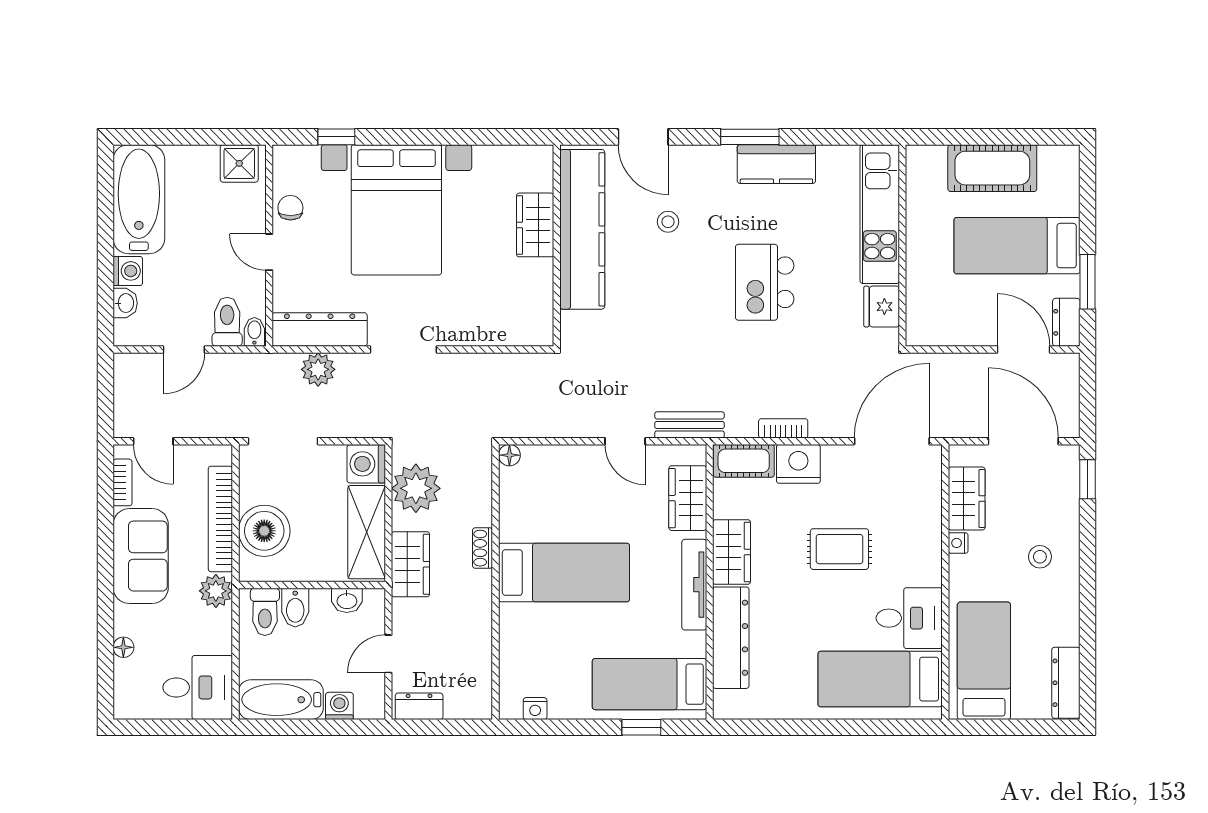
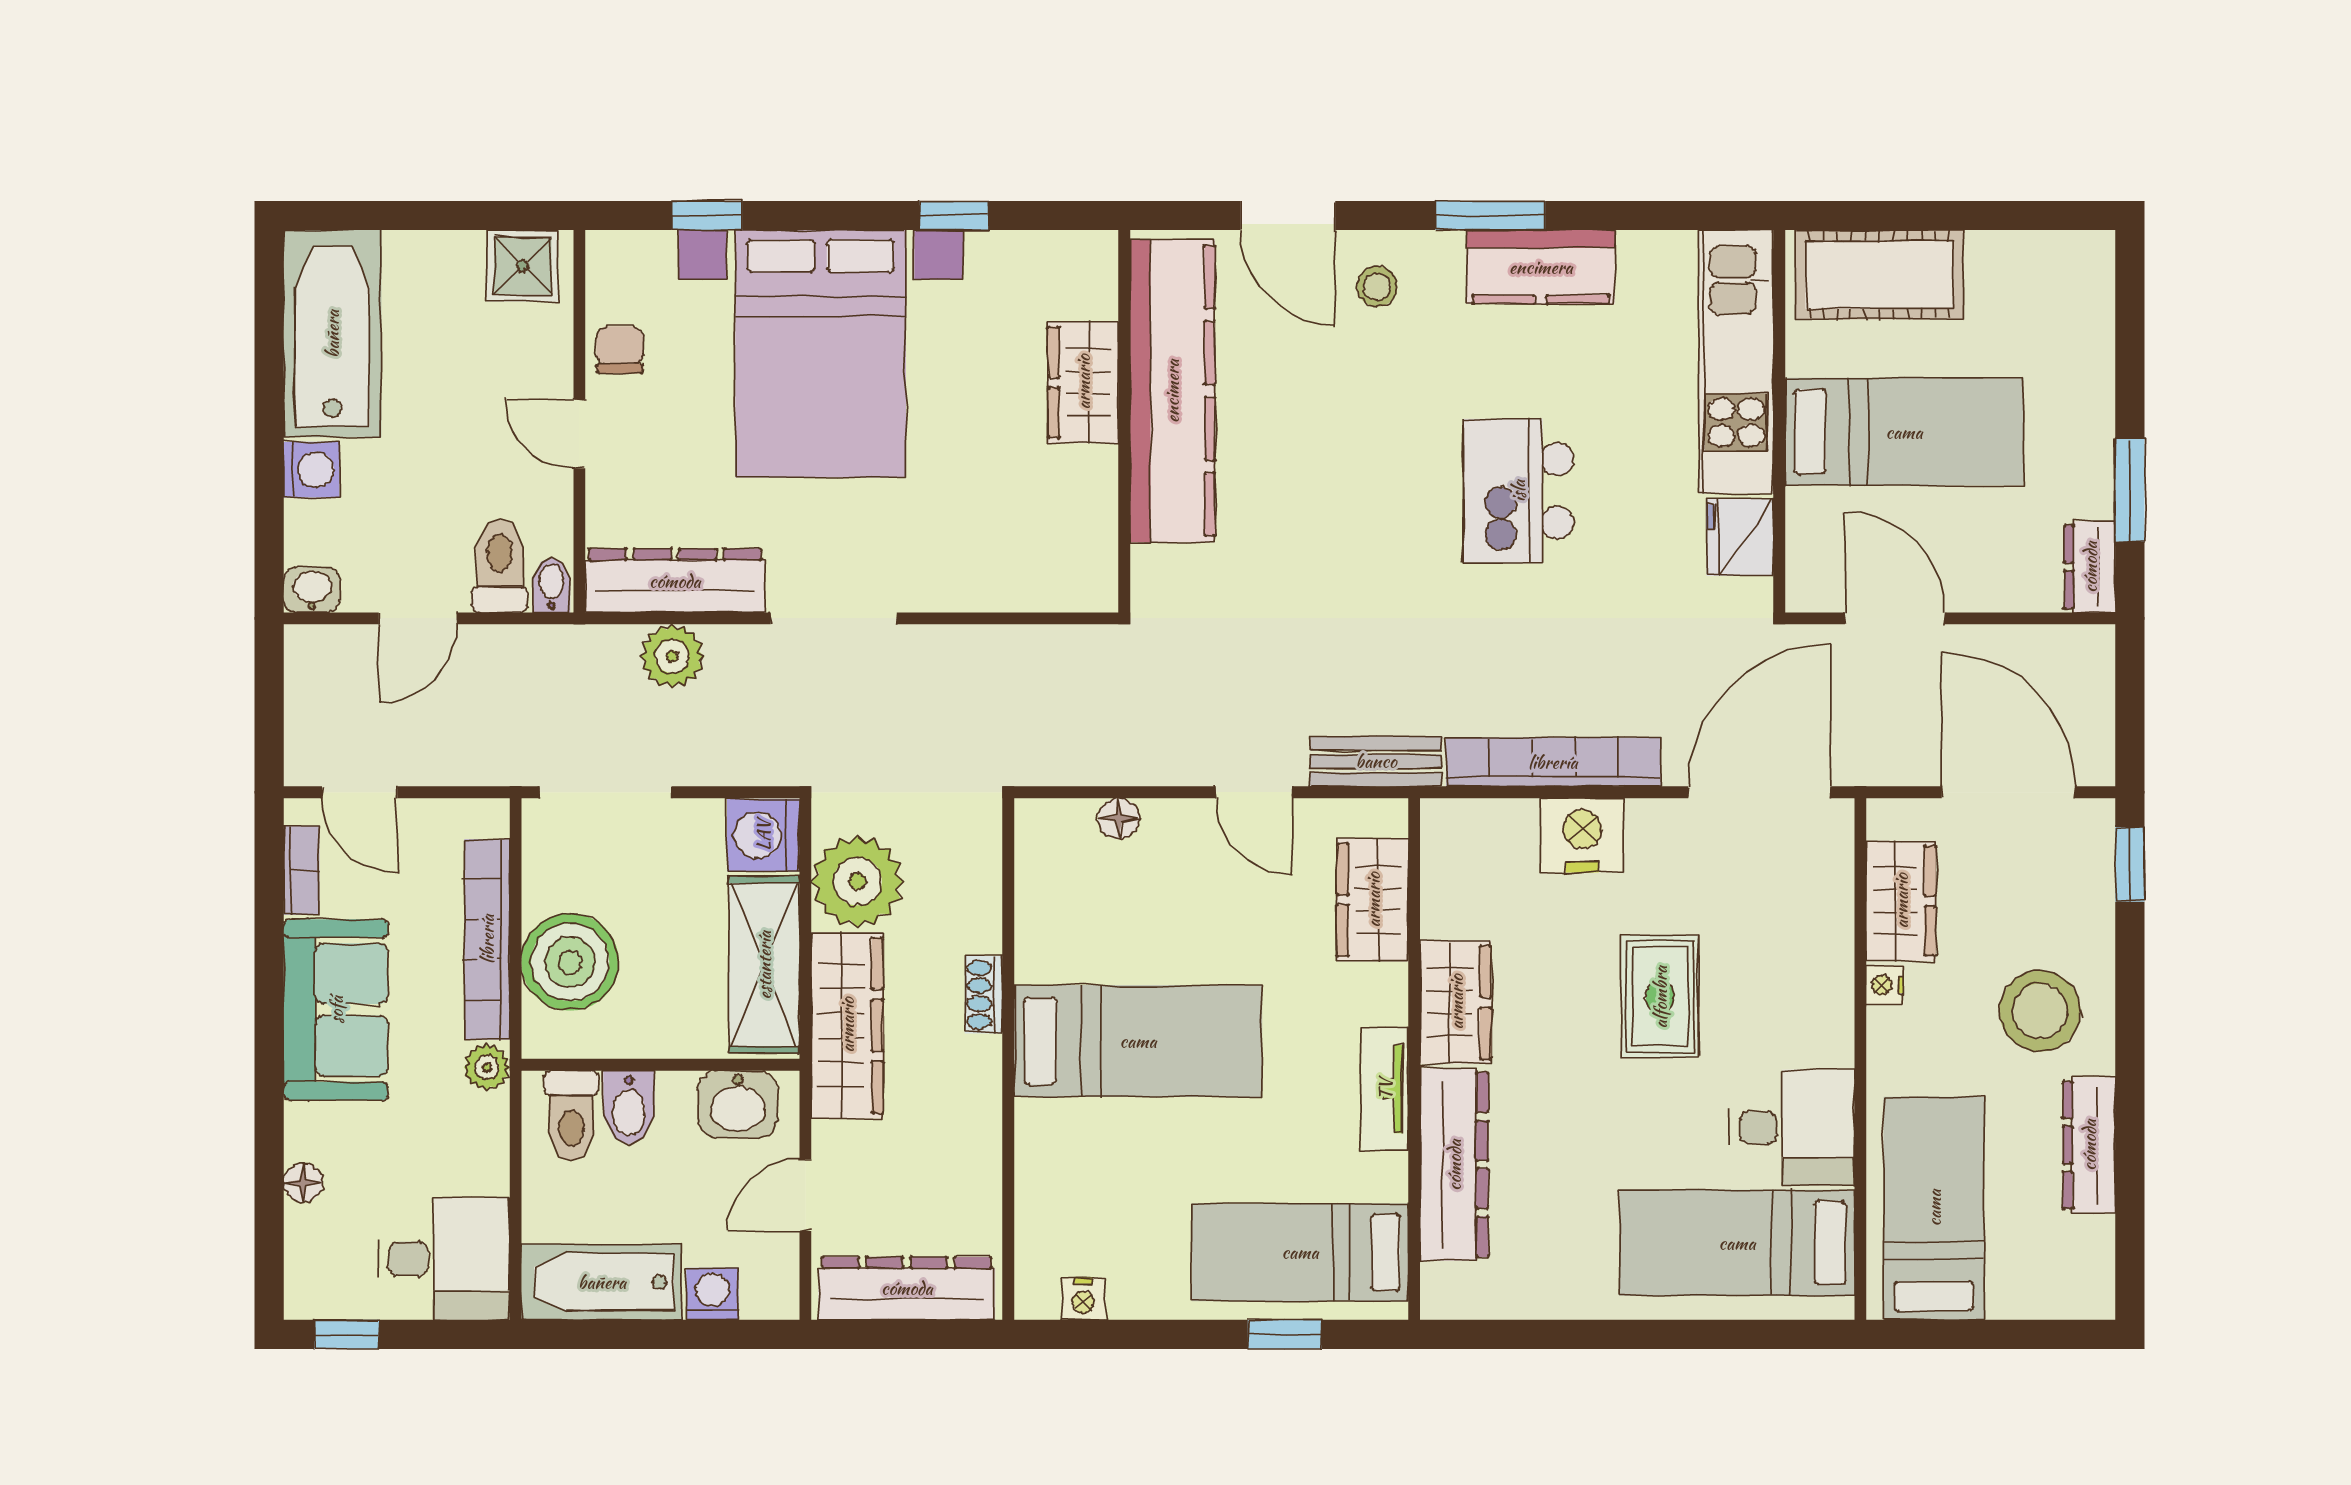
window: (467, 137) -> (954, 215), added
cot: (992, 168) -> (1879, 275), moved
stool: (668, 222) -> (1377, 287), moved
bed: (1017, 246) -> (1904, 432), moved, turned 180
washbasin: (125, 303) -> (312, 590), moved, turned -90
door: (1024, 349) -> (1895, 618), moved
bookcase: (783, 428) -> (1553, 762), width x2.31, depth x1.31
floor lamp: (509, 455) -> (1119, 819), moved
cot: (744, 461) -> (1479, 829), removed
rug: (839, 549) -> (1660, 997), turned 90
stool: (1040, 557) -> (2040, 1011), width x1.89, depth x1.89
wardrobe: (410, 564) -> (847, 1025), width x1.50
tv unit: (694, 585) -> (1385, 1089), width x0.71
plant: (216, 591) -> (487, 1067), width x0.73, depth x0.73
washbasin: (347, 600) -> (738, 1104), width x1.38, depth x1.45
dresser: (1066, 683) -> (2089, 1145), moved
dresser: (419, 706) -> (907, 1288), width x1.96, depth x1.24
window: (146, 727) -> (346, 1334), added

